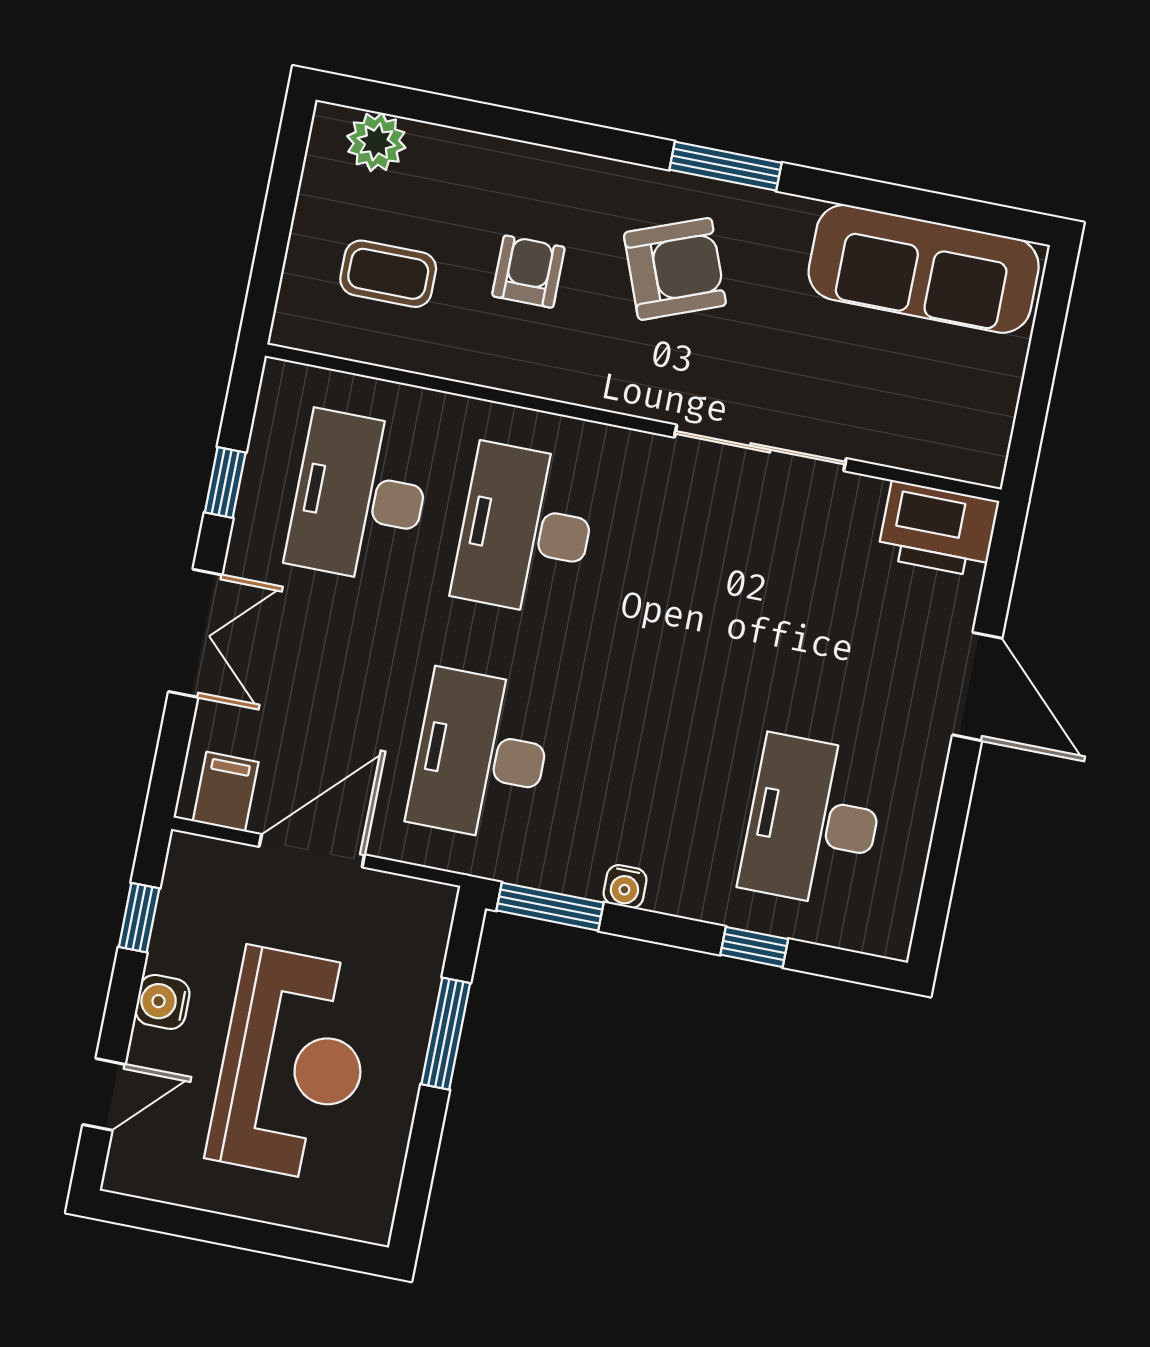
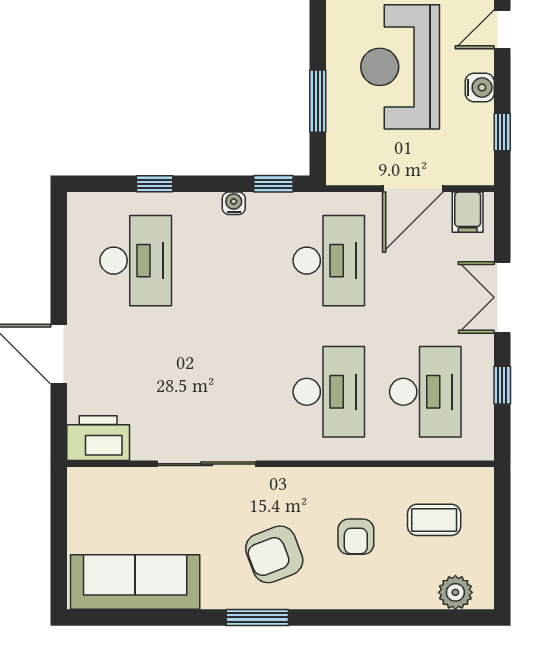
window: (550, 907) -> (273, 184), width x0.67

